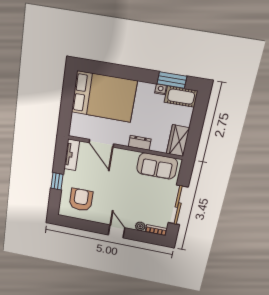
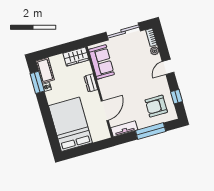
window: (57, 181) -> (151, 131), width x2.17
window: (81, 224) -> (177, 97), added

